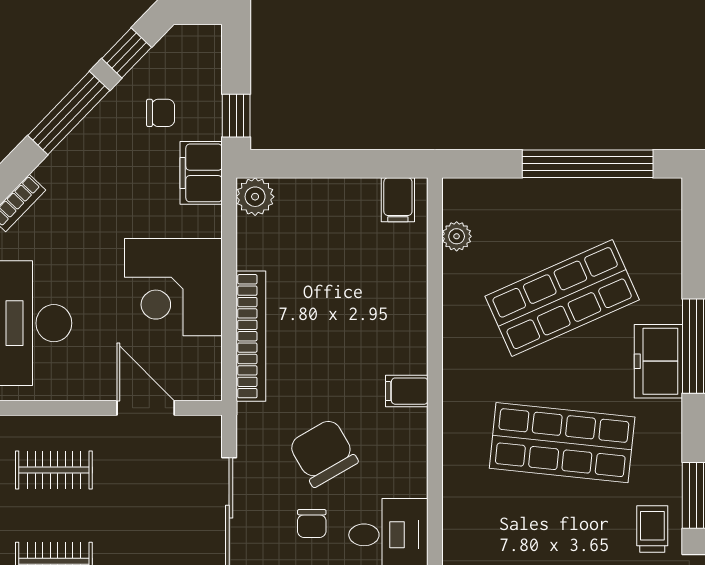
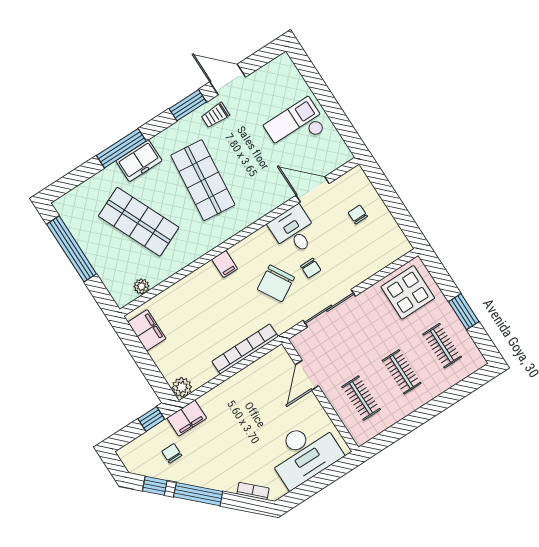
filing cabinet: (398, 200) -> (147, 330), width x2.00
corner desk: (173, 287) -> (245, 398), removed
chair: (312, 523) -> (311, 268), turned 90

